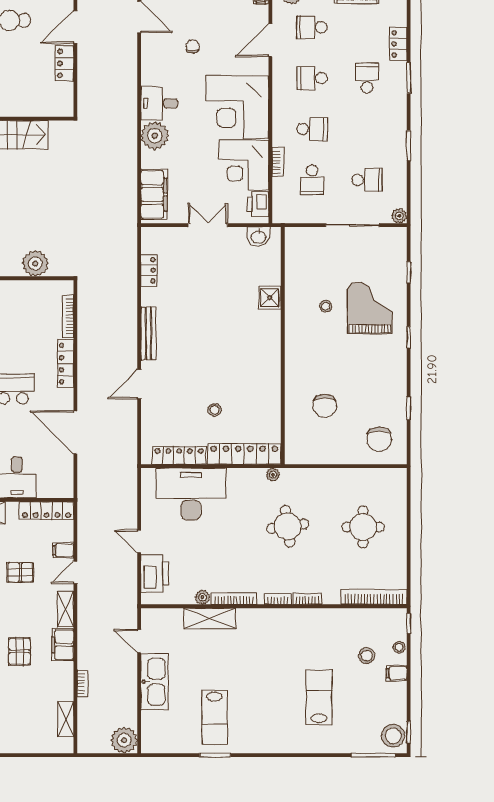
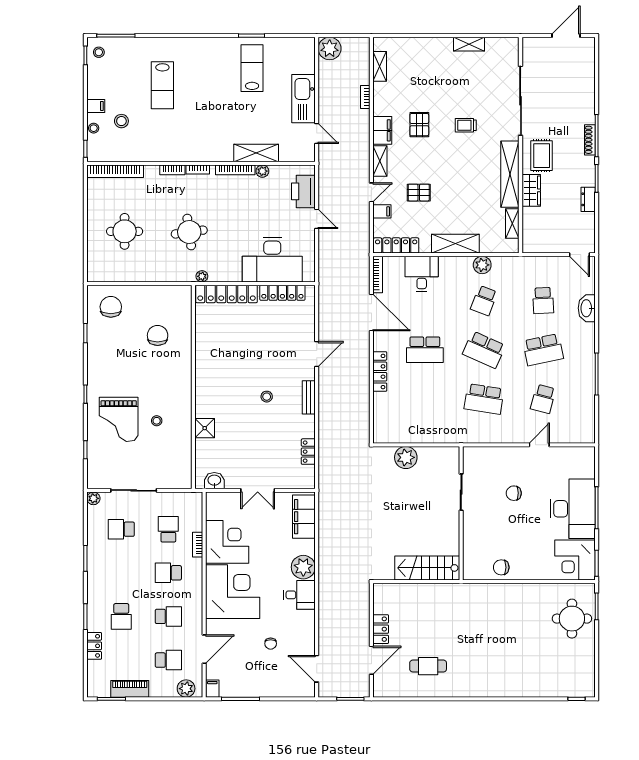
printer: (258, 204) -> (215, 508), removed
bookcase: (68, 317) -> (378, 275), moved
bench: (148, 334) -> (309, 397), width x0.73
stool: (215, 410) -> (267, 397), moved
stool: (393, 736) -> (99, 52), width x0.53, depth x0.53

